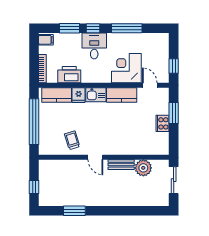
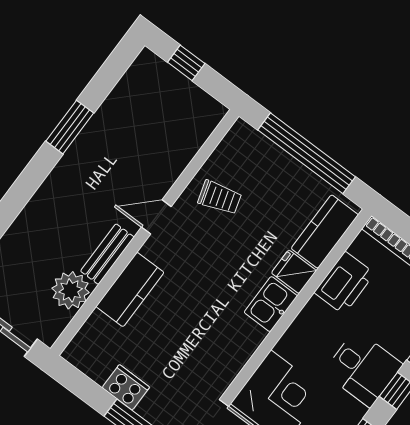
kitchen counter: (122, 95) -> (130, 289), moved, turned 180
window: (74, 211) -> (70, 127), moved

